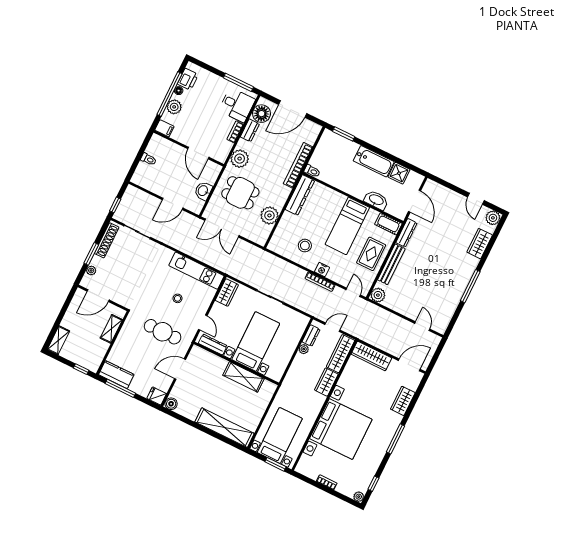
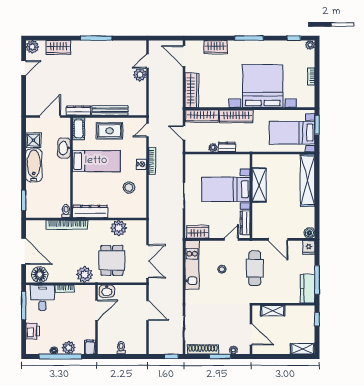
printer: (188, 79) -> (33, 331), moved, turned 90
dresser: (250, 130) -> (58, 277), removed
washbasin: (203, 191) -> (107, 291), moved
plant: (378, 295) -> (140, 75), moved
dresser: (311, 336) -> (227, 147), moved
wardrobe: (326, 382) -> (236, 116), width x1.50

